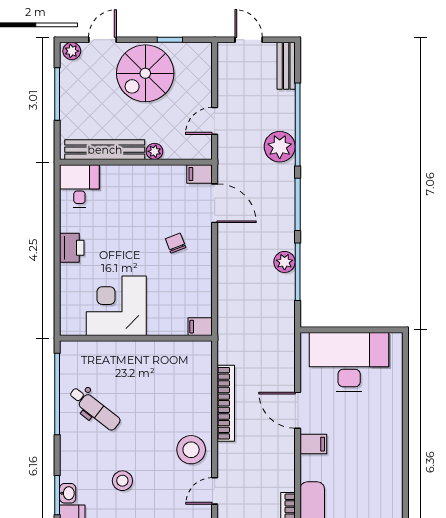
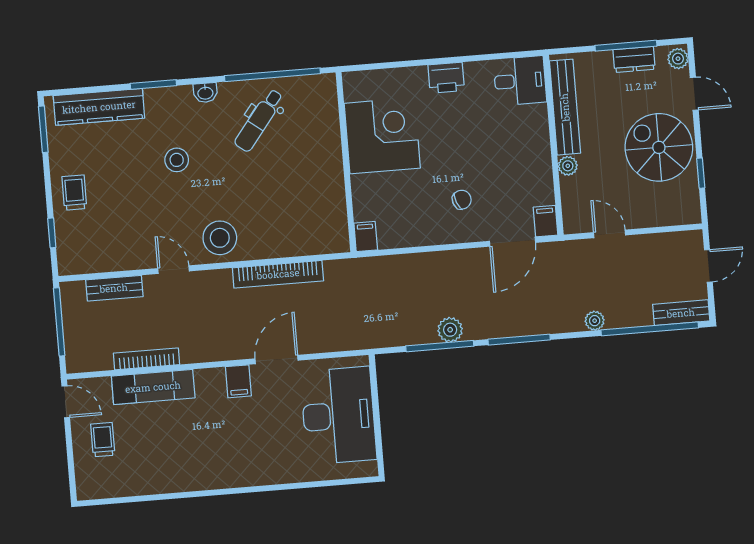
dresser: (69, 88) -> (634, 59), added
window: (298, 125) -> (650, 329), moved
plant: (280, 147) -> (595, 321), width x0.53, depth x0.53
washbasin: (68, 493) -> (205, 93), moved

